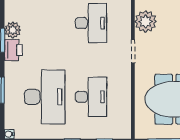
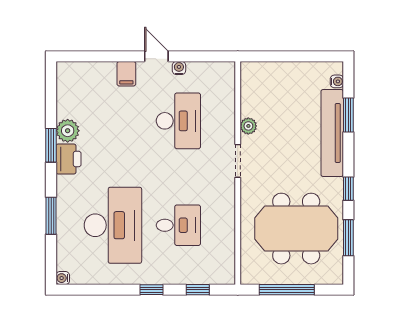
plant: (146, 22) -> (248, 126), width x0.53, depth x0.53
desk: (91, 97) -> (178, 225), width x0.73

